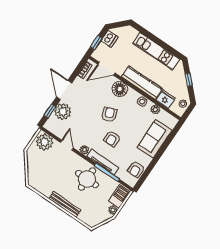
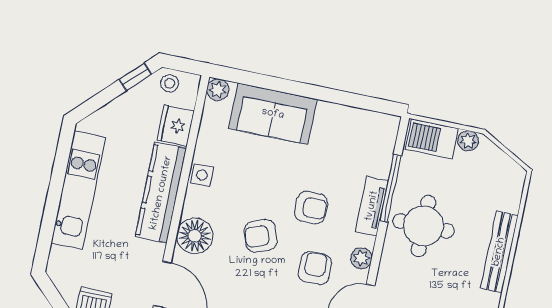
window: (189, 80) -> (135, 77), moved
plant: (155, 109) -> (218, 90), moved
tv unit: (103, 162) -> (372, 206), width x0.71
armchair: (136, 169) -> (315, 268), moved, turned -90

